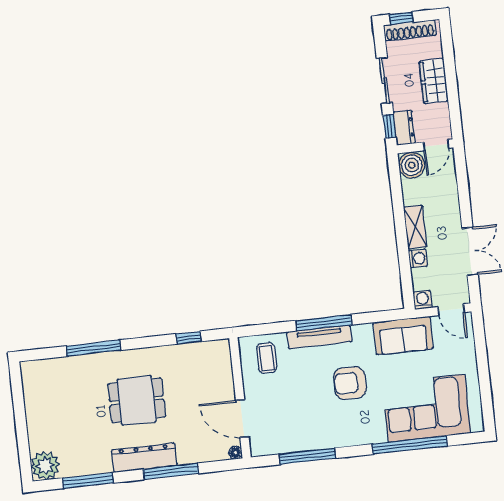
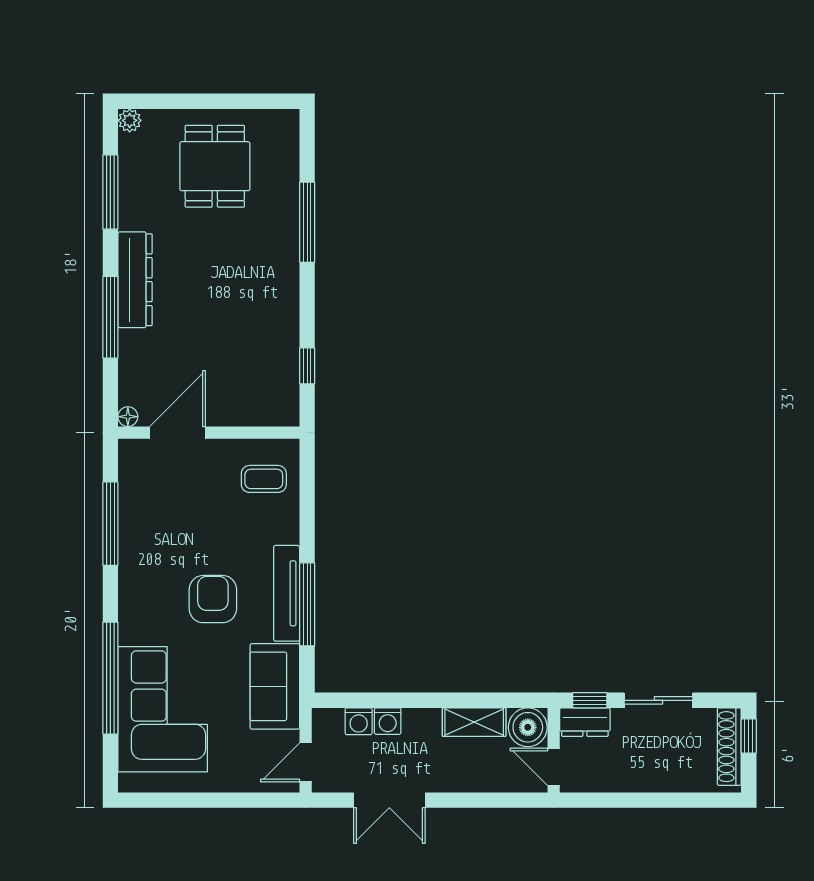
wardrobe: (434, 81) -> (650, 774), removed
shelving: (415, 227) -> (474, 722), moved
washing machine: (423, 300) -> (359, 721), moved, turned 90
window: (324, 323) -> (307, 604), moved
tv unit: (320, 337) -> (287, 593), moved
dining table: (137, 400) -> (215, 166), moved
plant: (45, 466) -> (130, 120), width x0.53, depth x0.53

